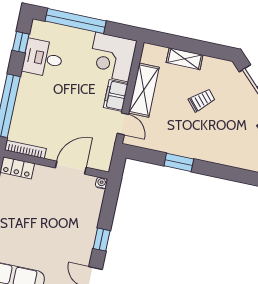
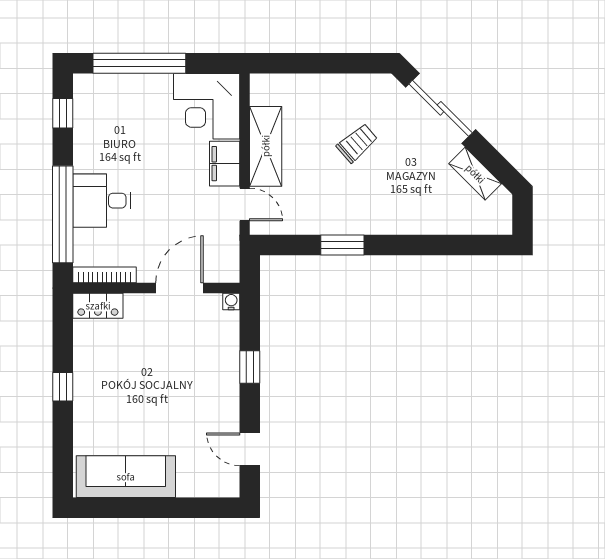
desk: (43, 58) -> (102, 201), moved
shelving: (185, 59) -> (318, 85), removed
window: (102, 240) -> (250, 367), moved

